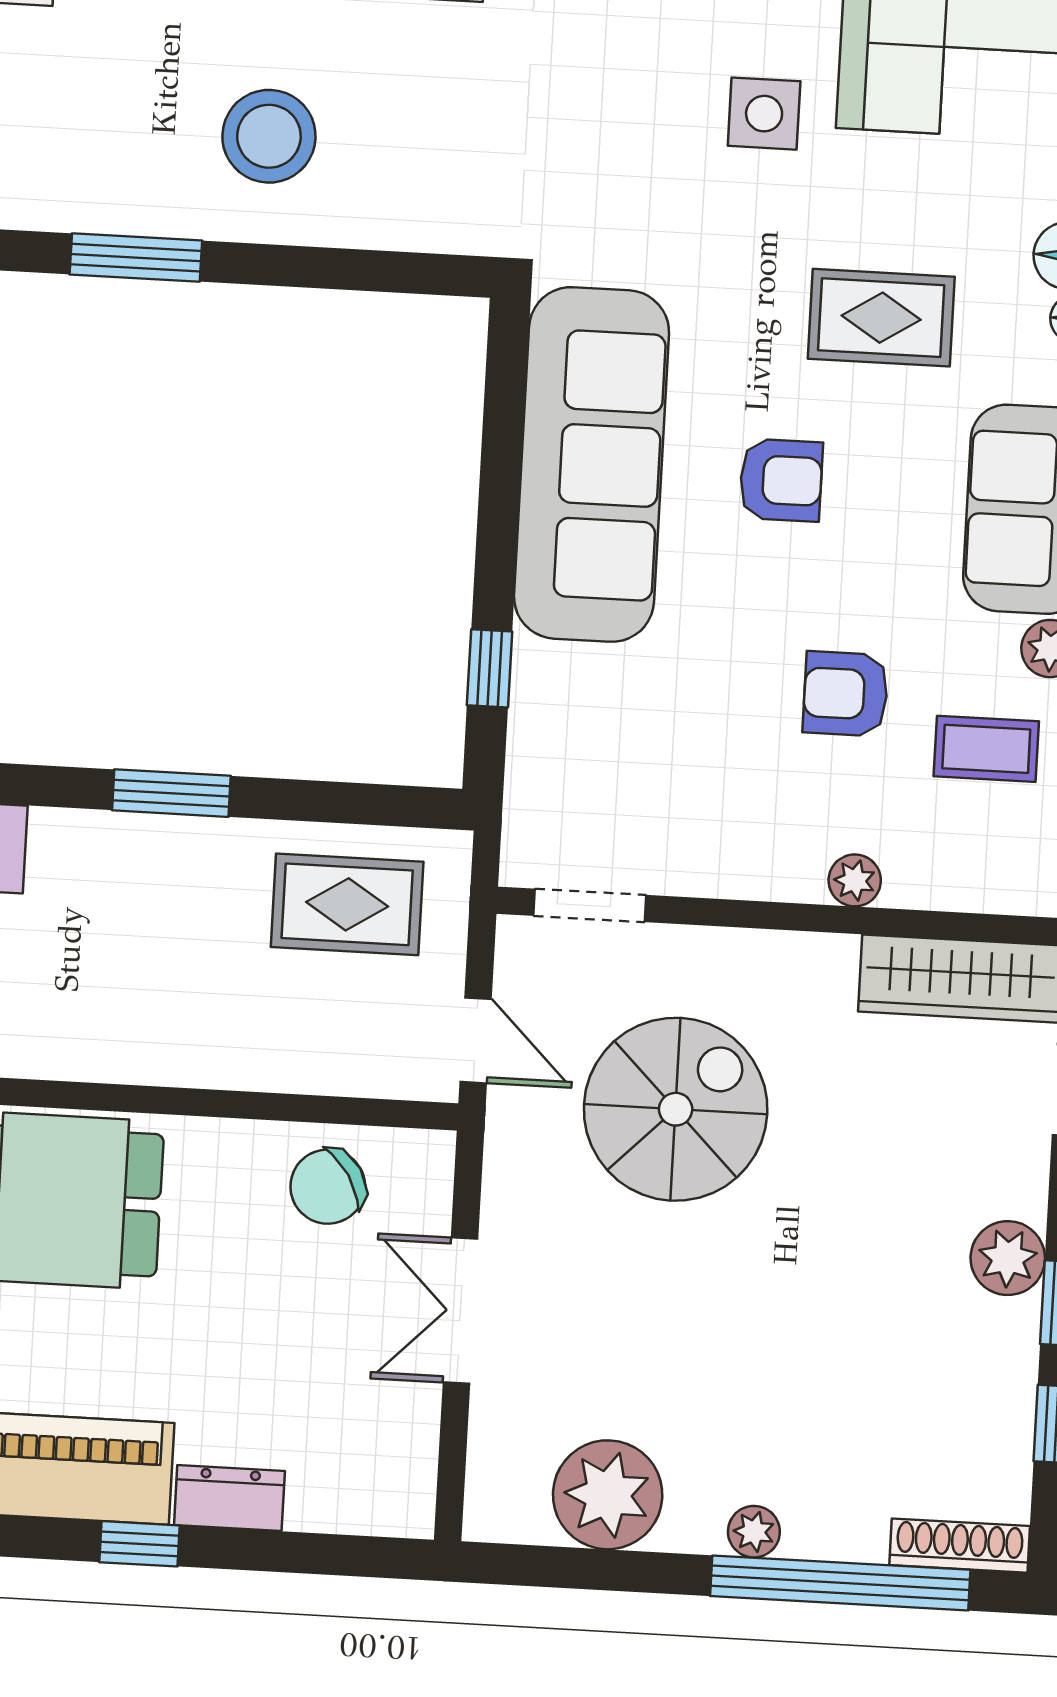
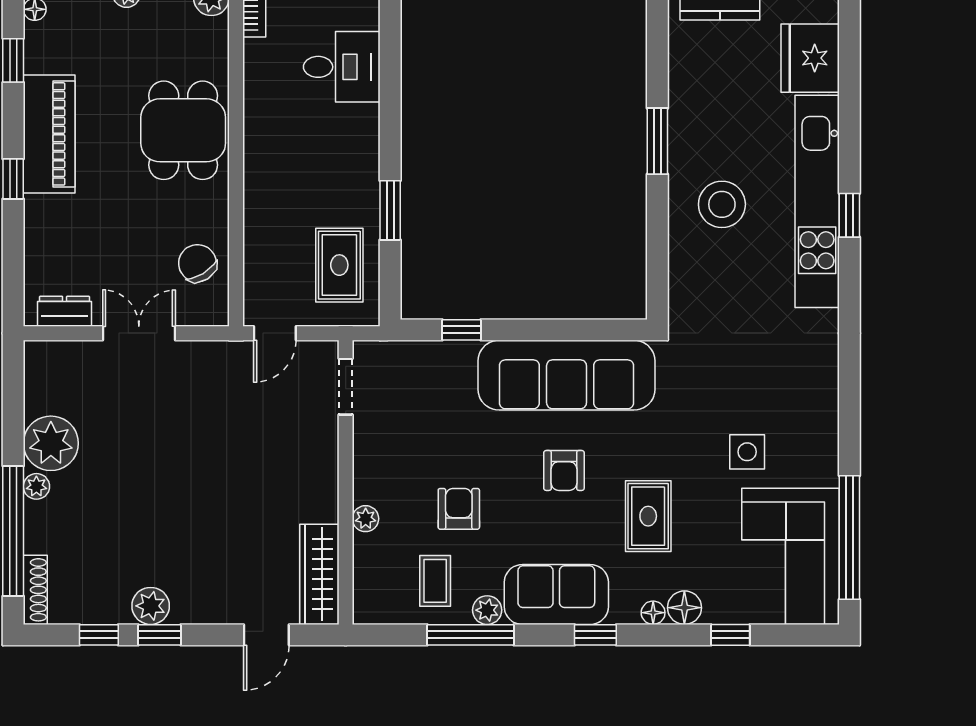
window: (171, 793) -> (390, 210), moved
spiral stairs: (676, 1109) -> (246, 435), removed
plant: (1008, 1258) -> (151, 606), moved
plant: (608, 1495) -> (51, 443), moved
dresser: (229, 1498) -> (65, 311), moved, turned -90

